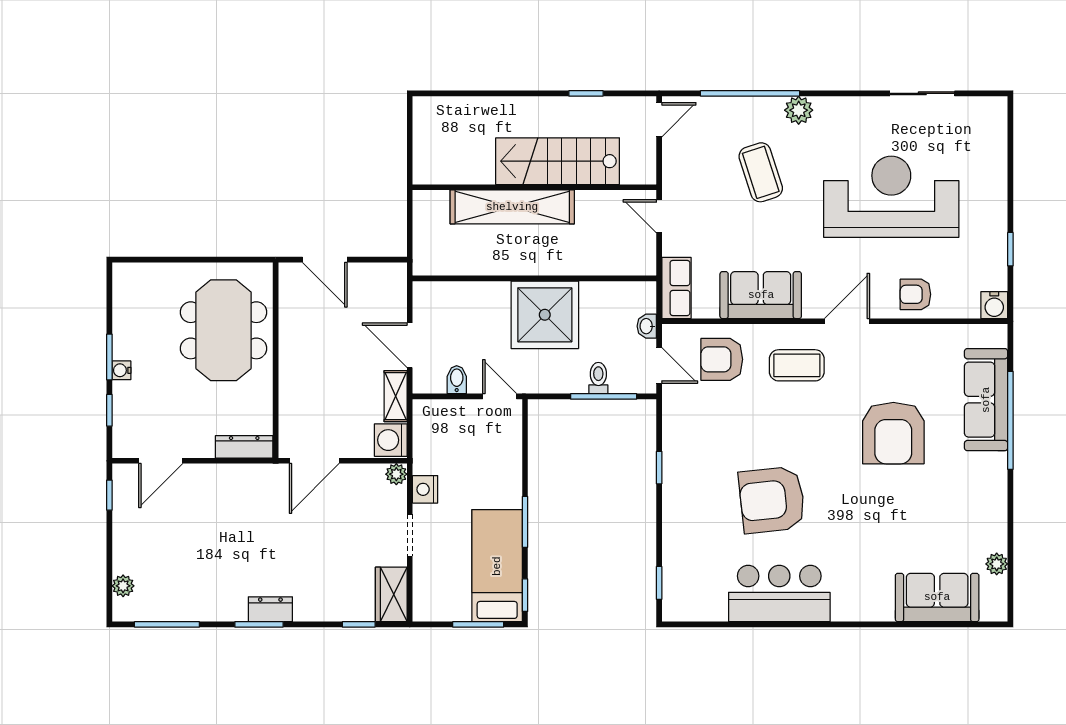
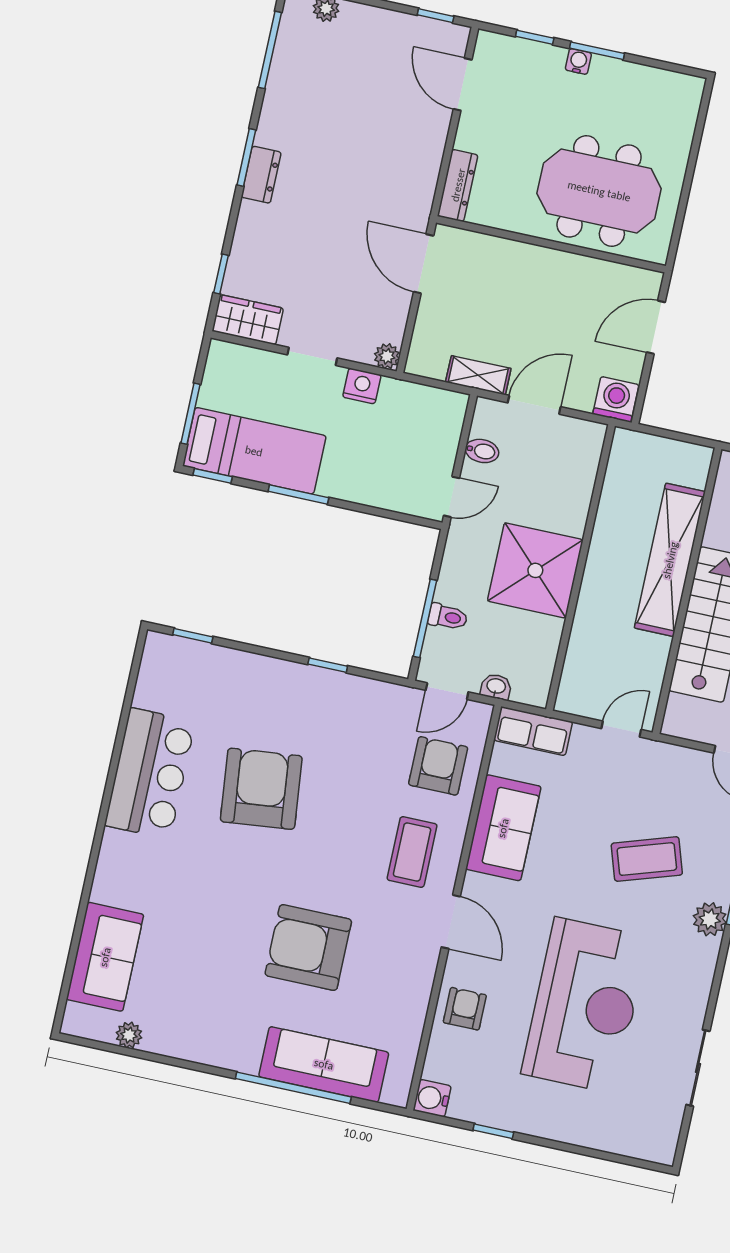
washing machine: (391, 440) -> (616, 399), moved

